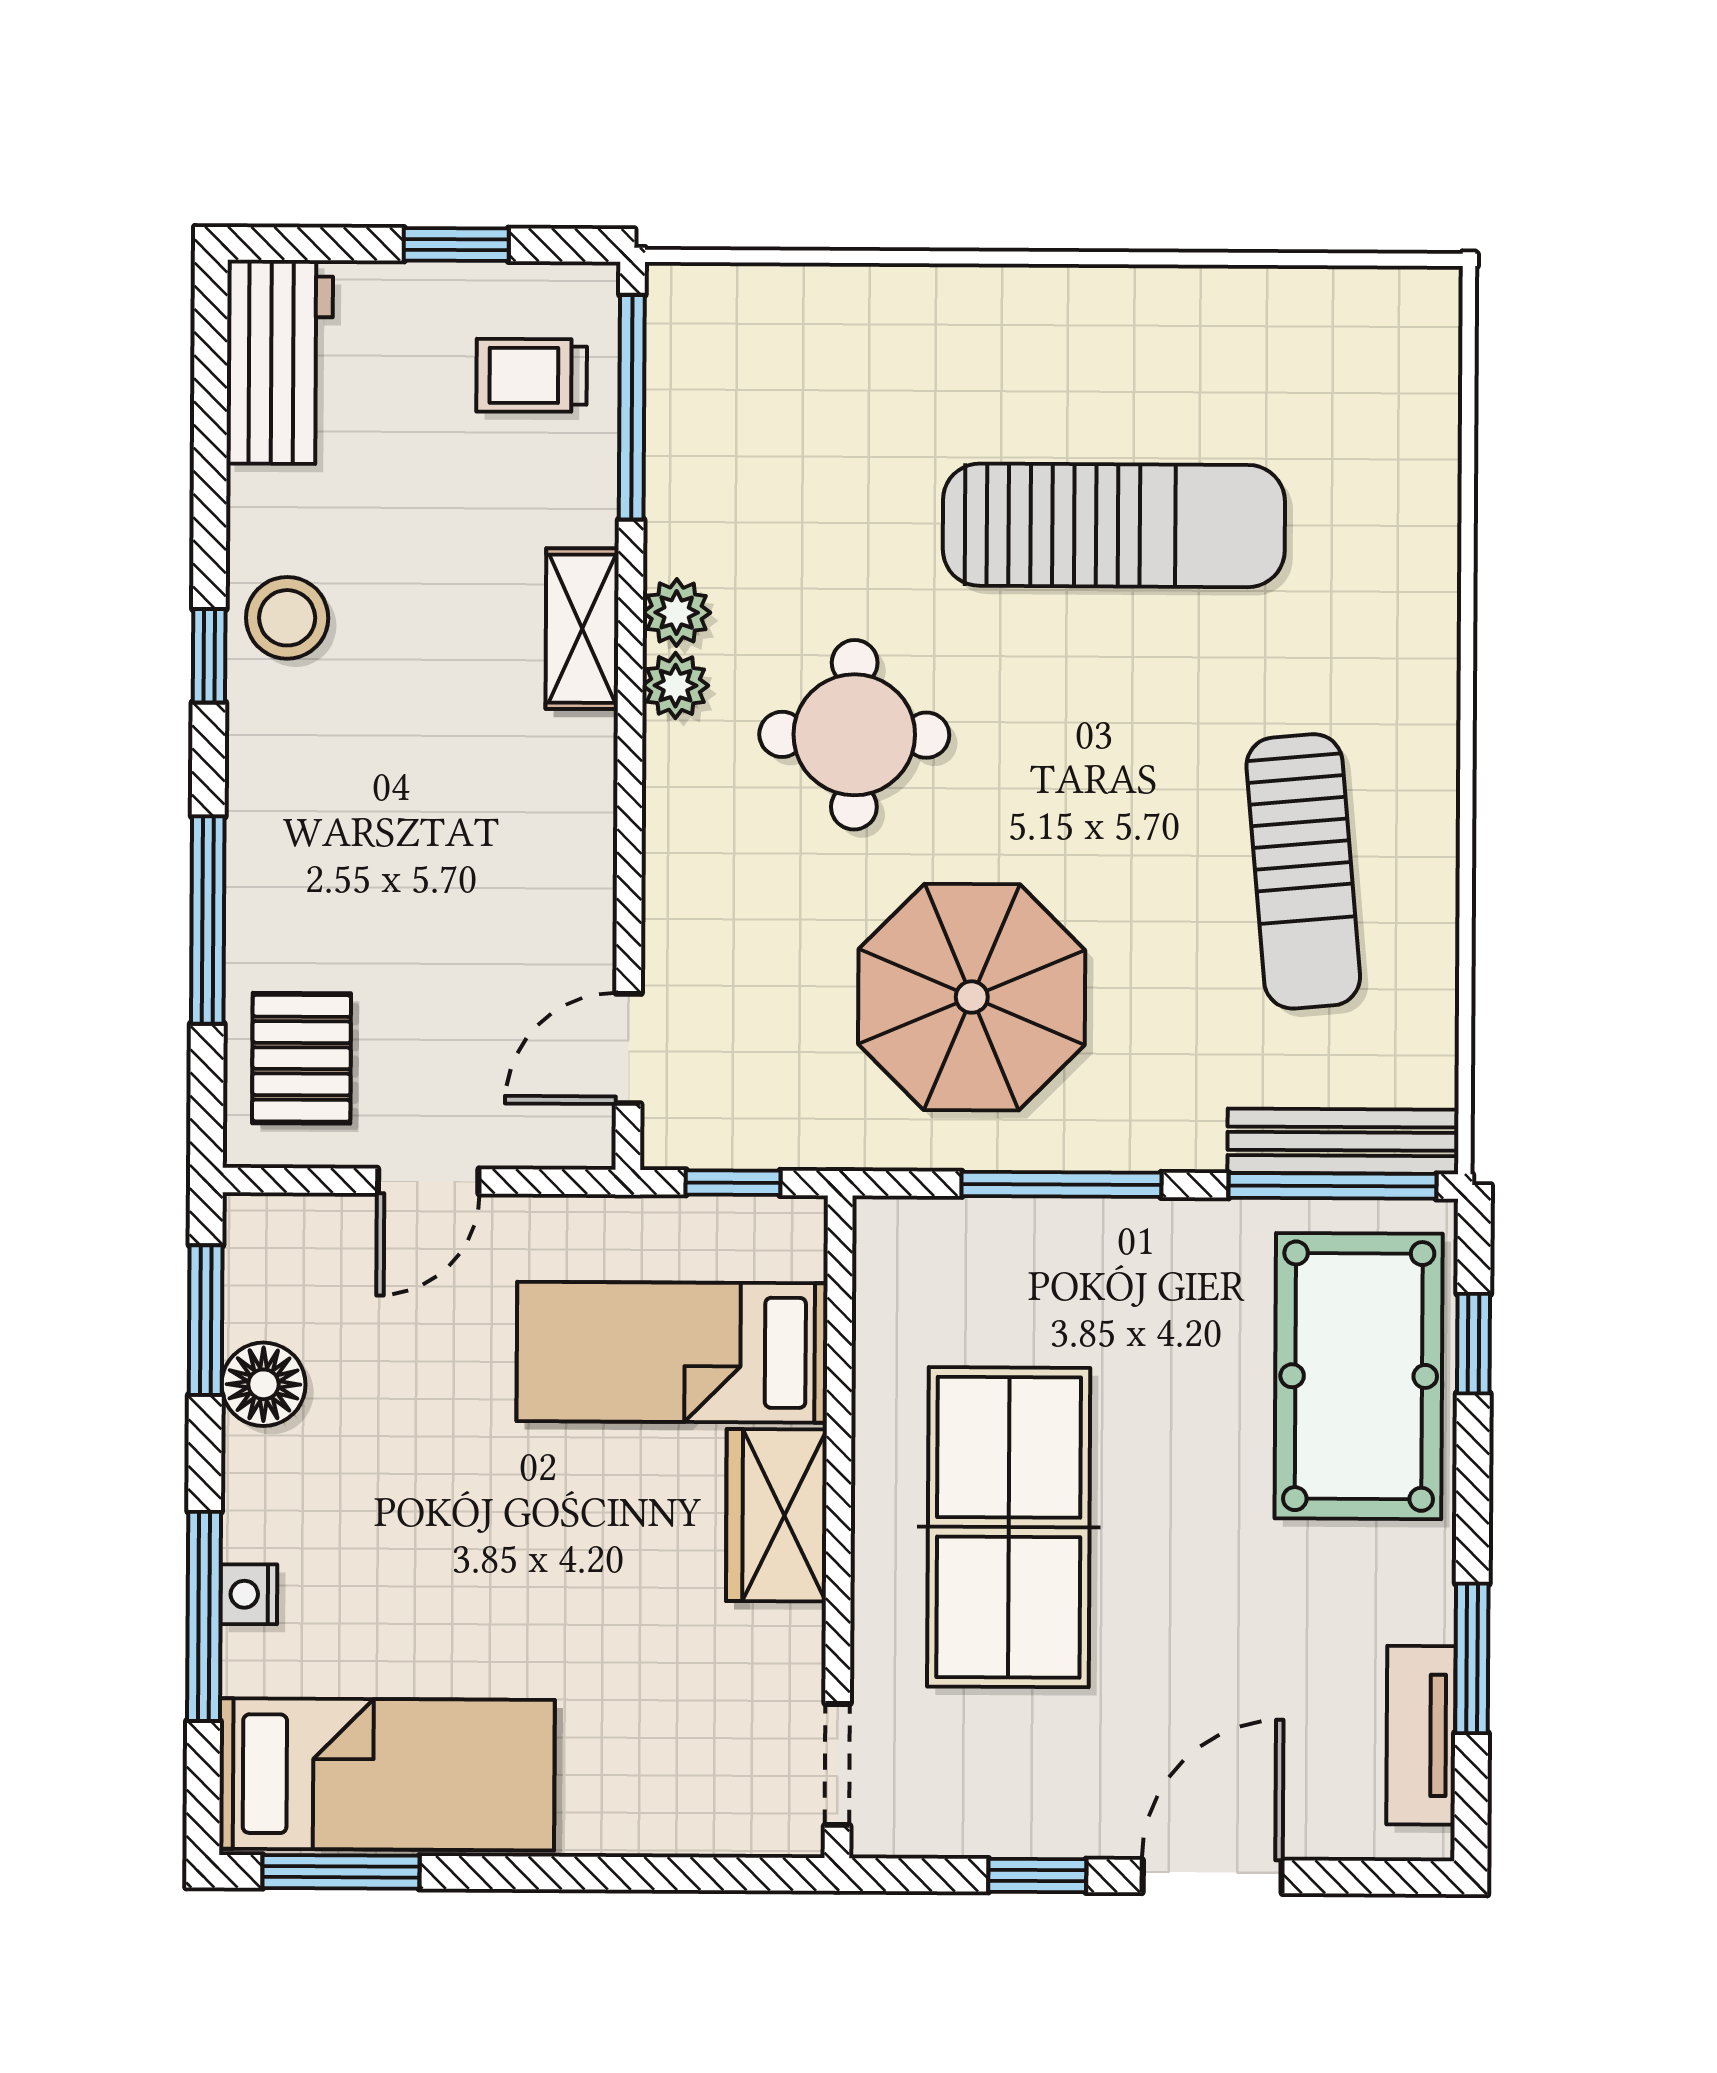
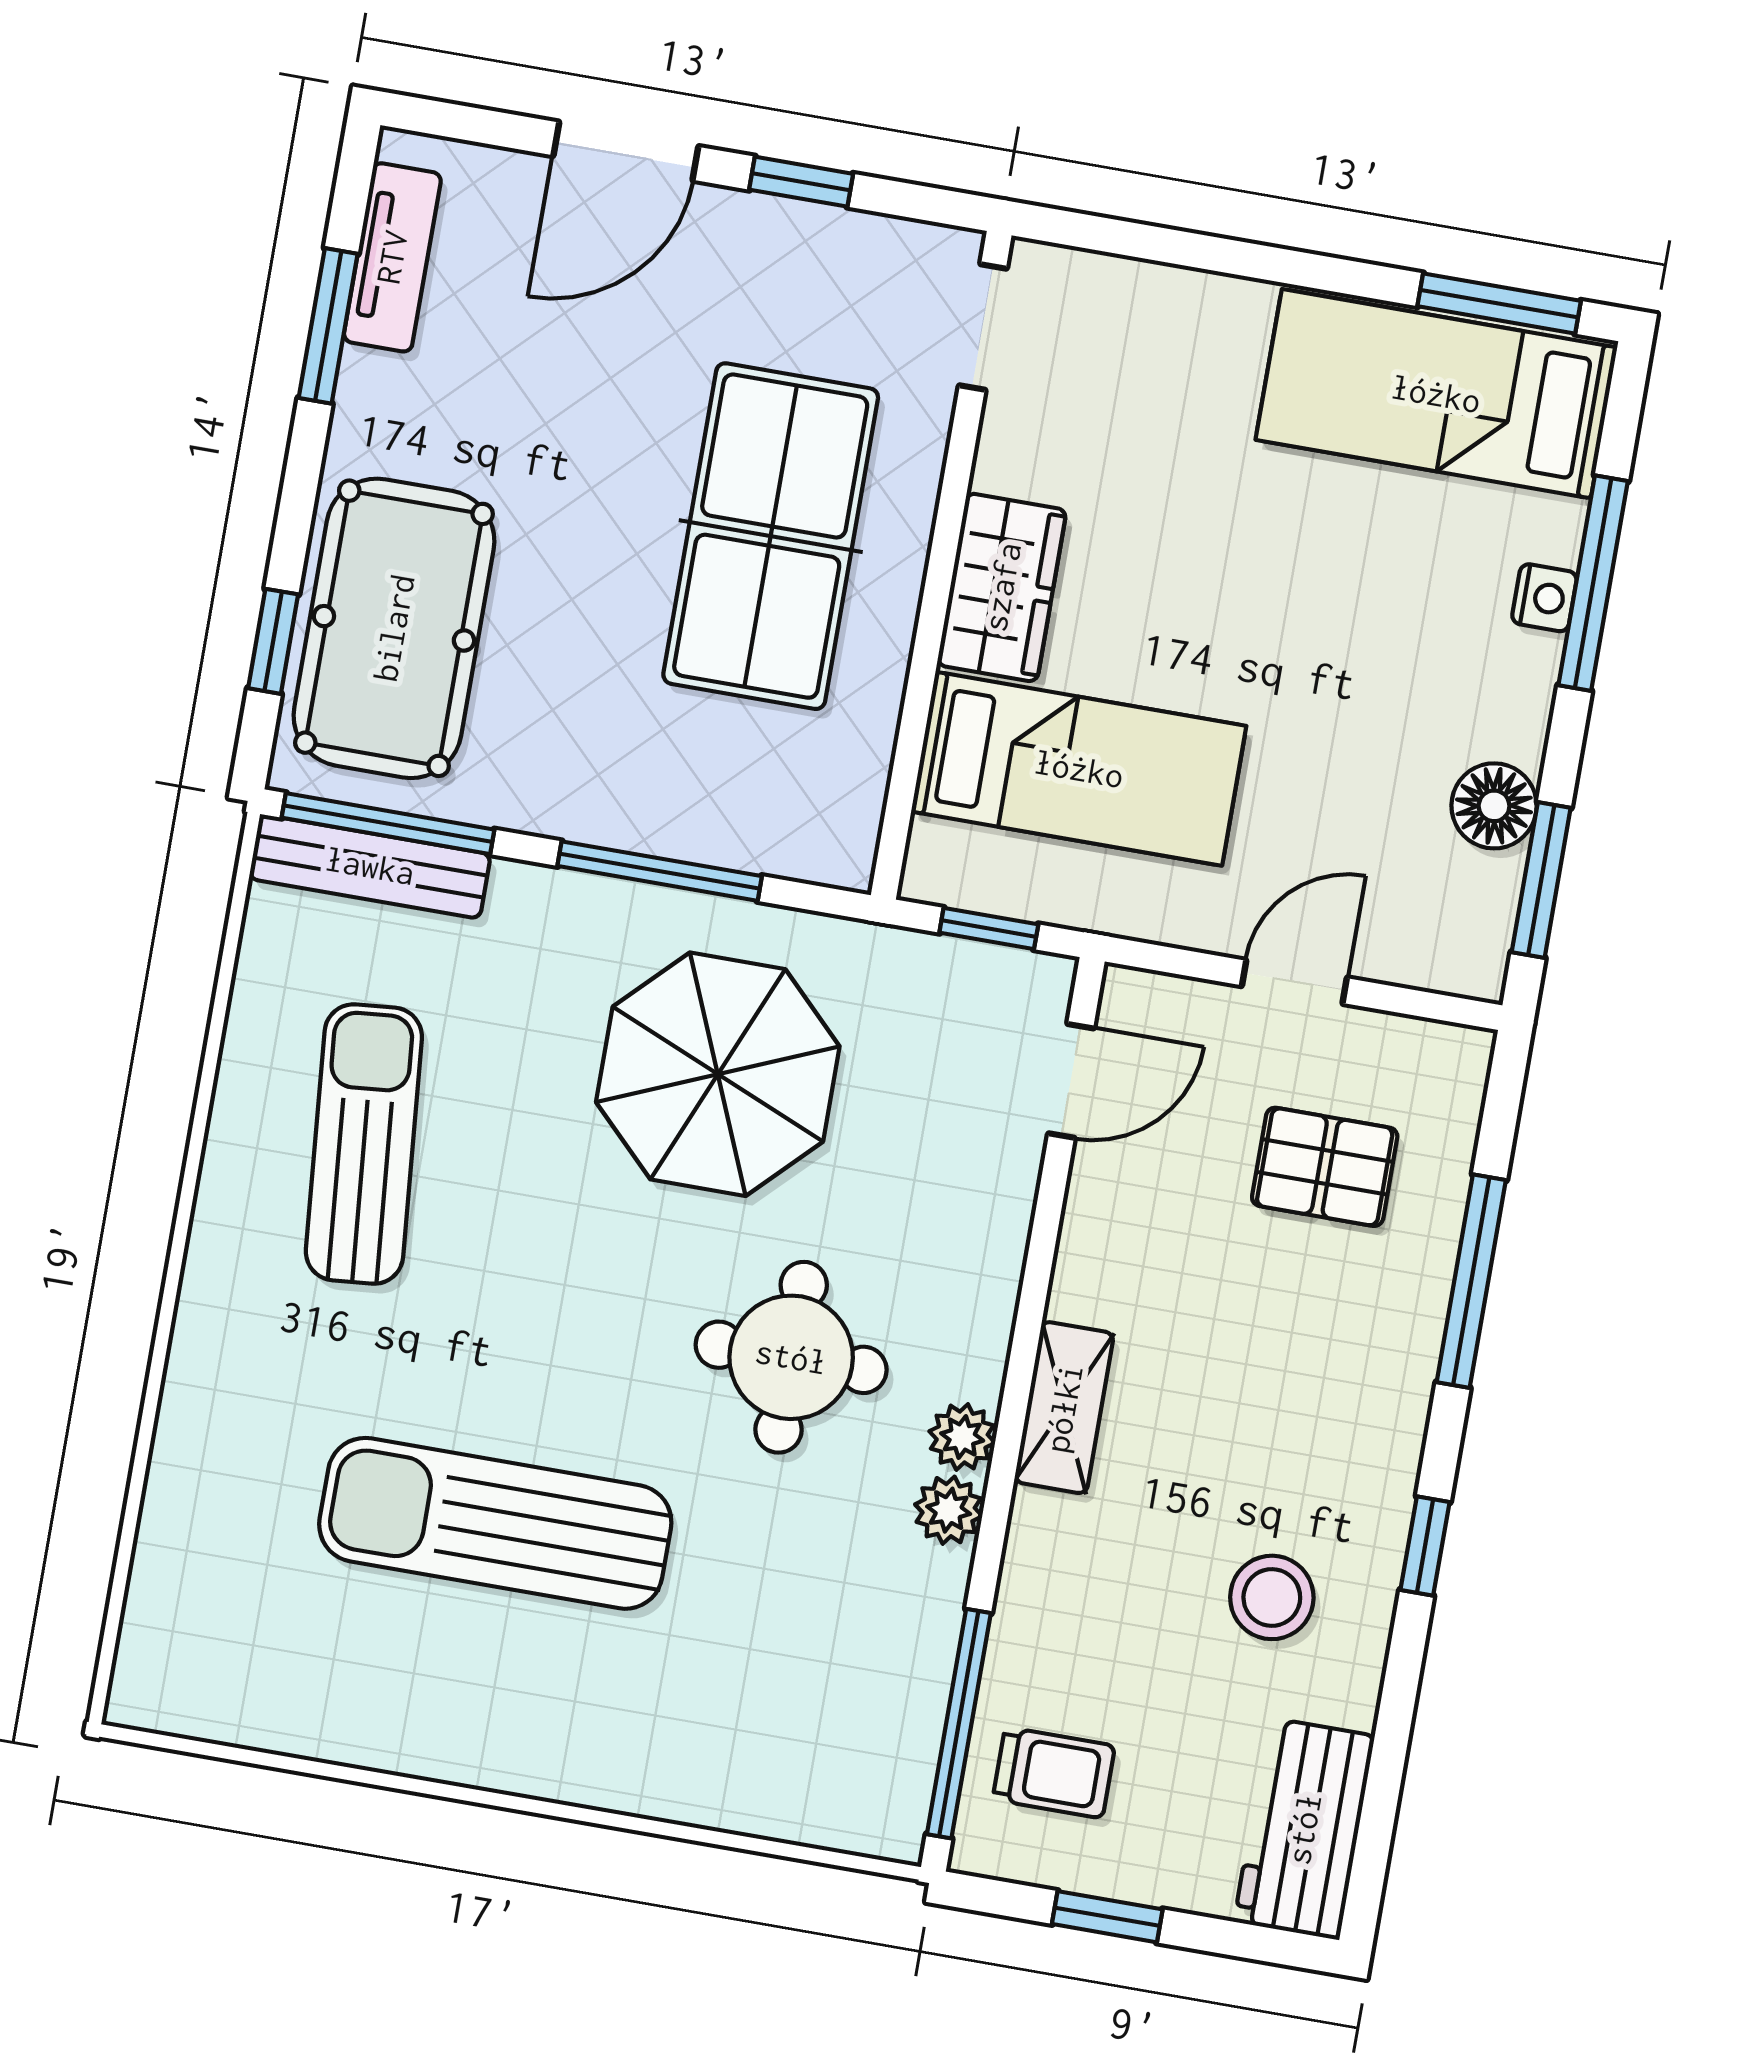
stool: (287, 618) -> (1272, 1597), moved
shelving: (582, 629) -> (1064, 1408), moved
pallet: (302, 1058) -> (1325, 1167), moved, turned 90

